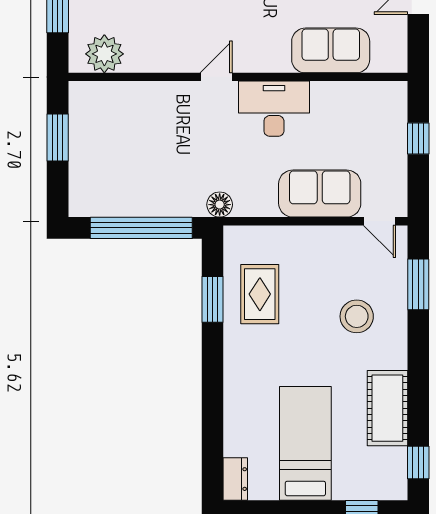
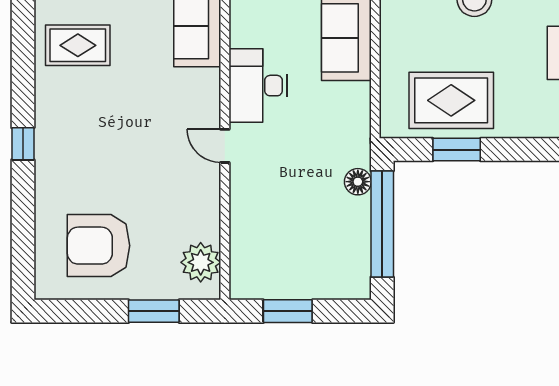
floor lamp: (220, 205) -> (358, 182), moved
rug: (260, 294) -> (451, 100), width x1.36, depth x1.43

